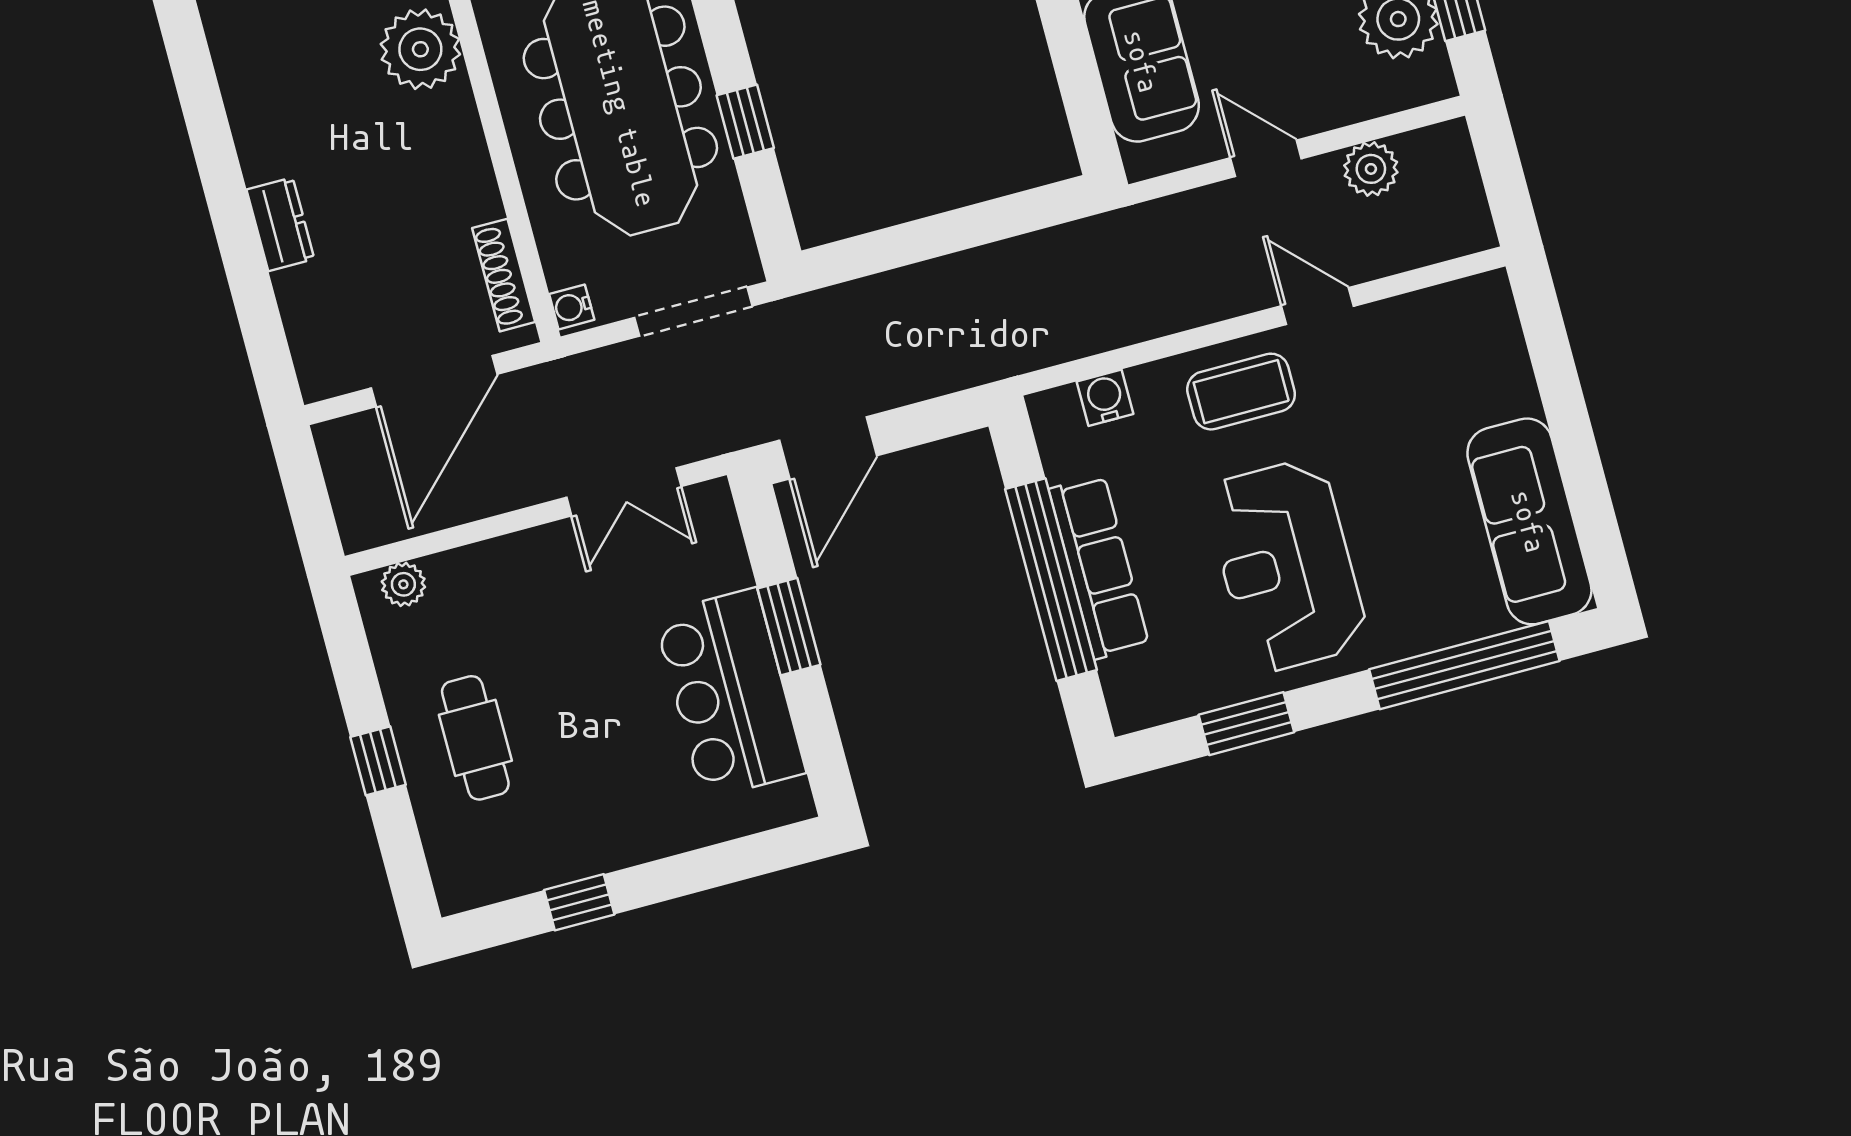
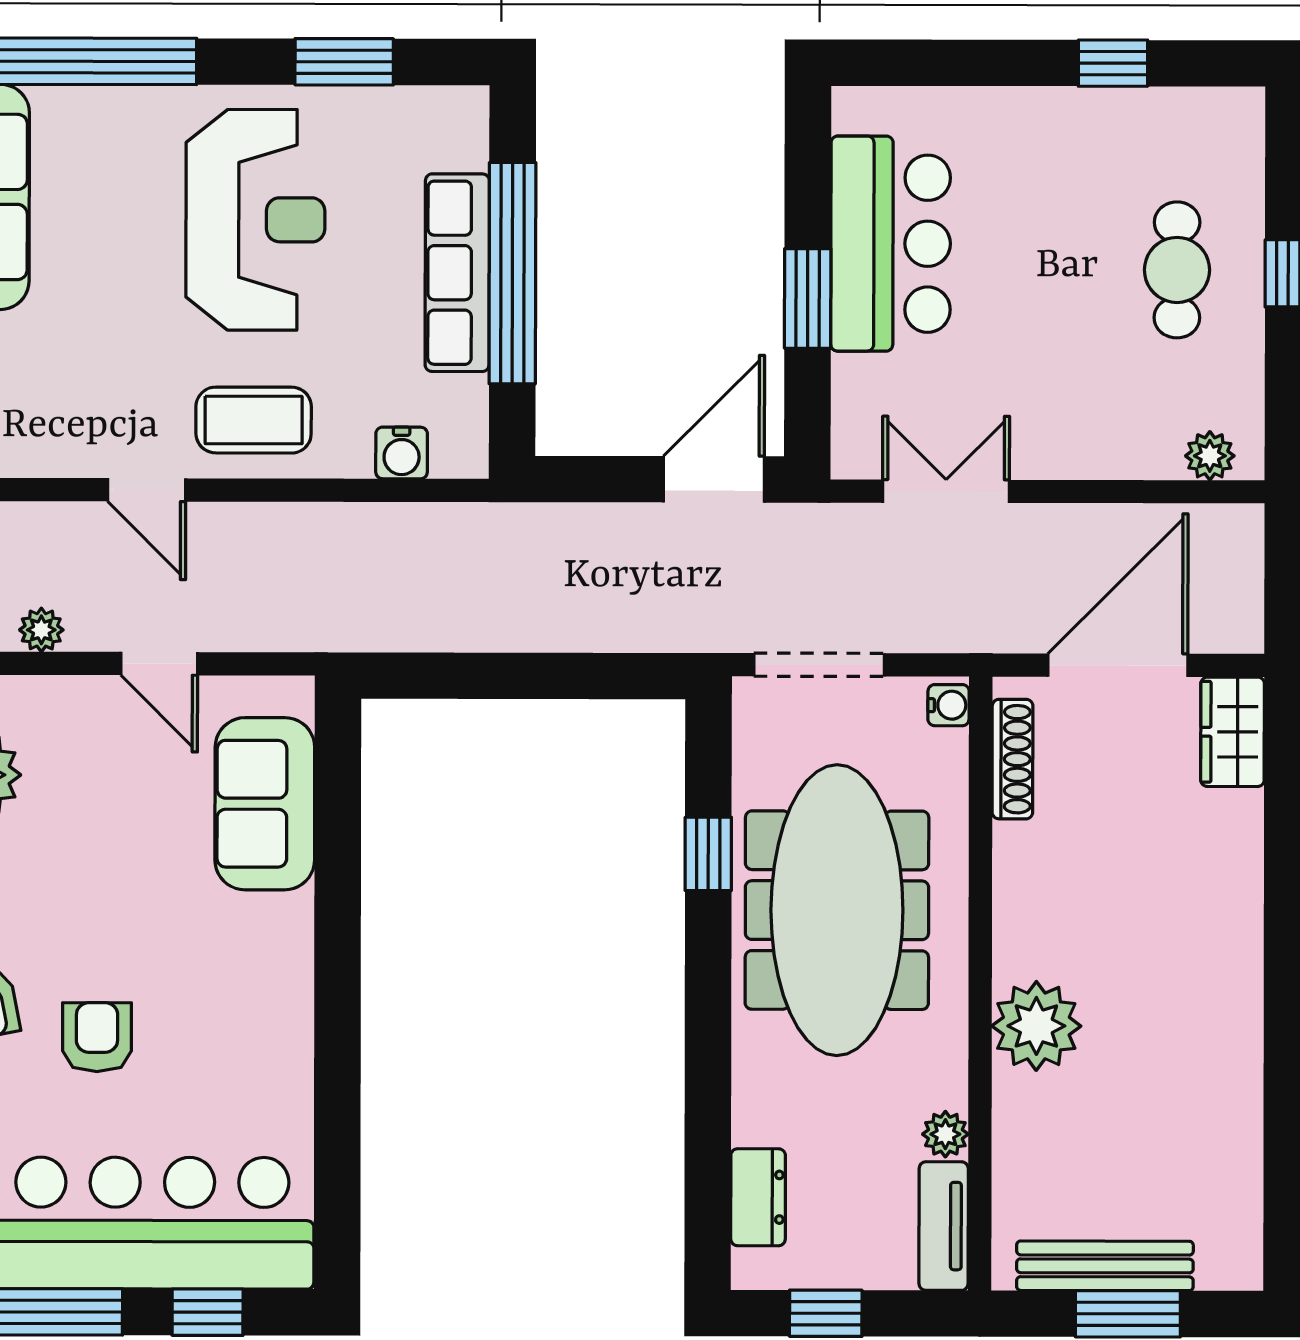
plant: (1371, 169) -> (41, 630), width x0.73, depth x0.73
dresser: (280, 224) -> (1238, 878), removed
wardrobe: (319, 350) -> (1233, 732), added

